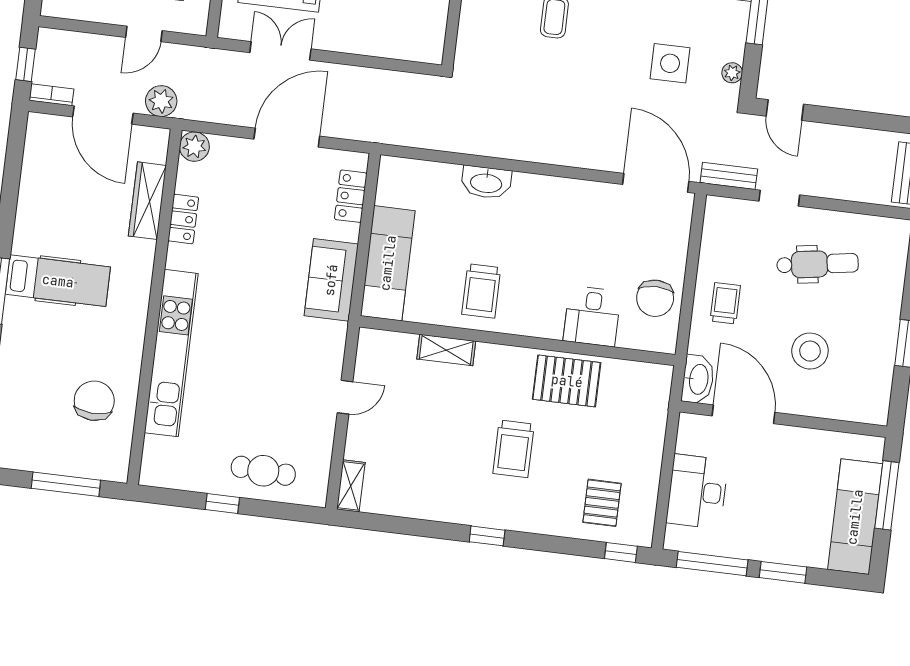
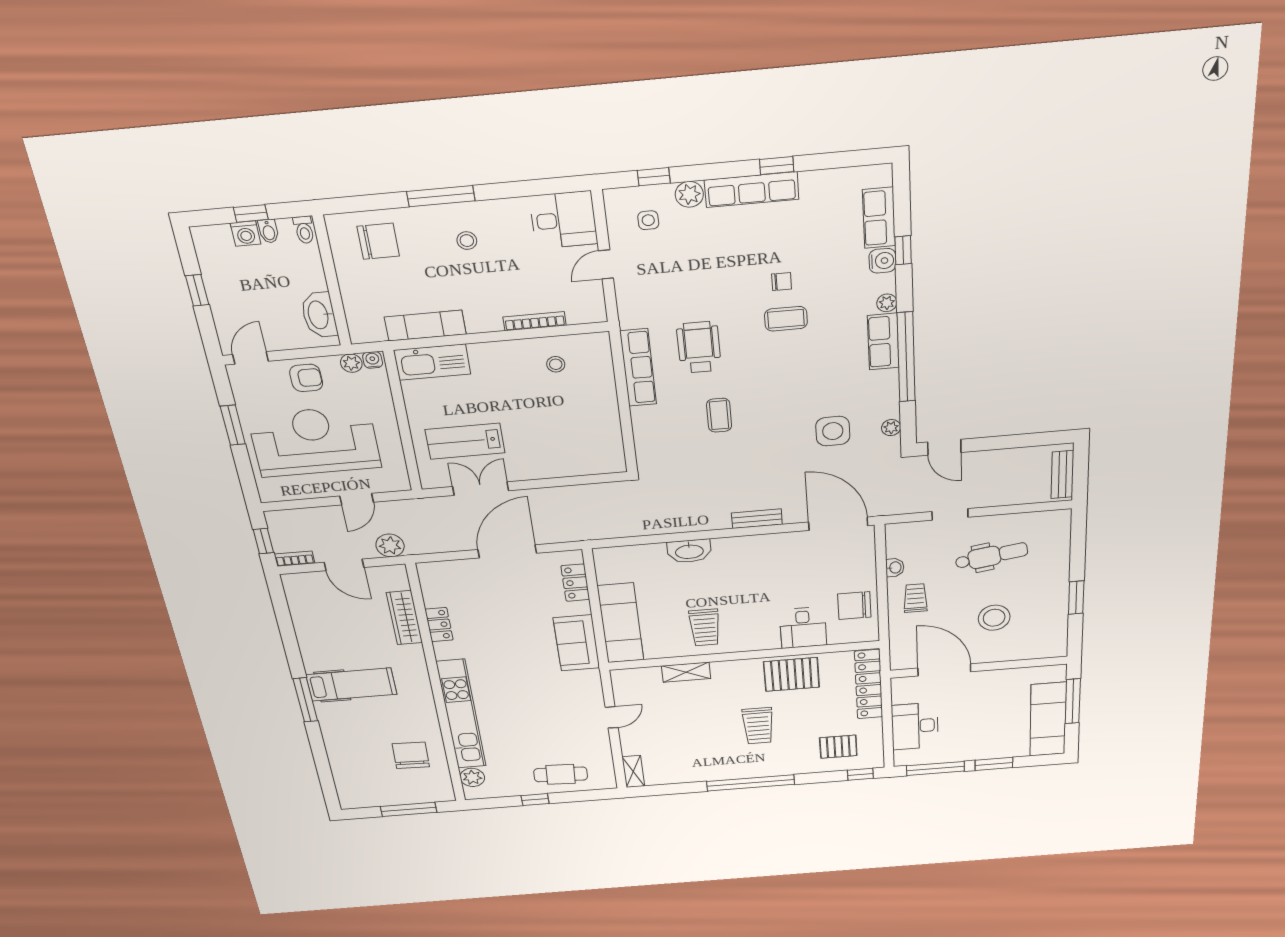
door: (103, 115) -> (344, 565), width x0.73
plant: (194, 147) -> (472, 777), moved
bench: (729, 176) -> (757, 519), moved
chair: (655, 298) -> (854, 606), turned 90
washbasin: (698, 379) -> (895, 568), moved, width x0.52, depth x0.69
locker: (653, 416) -> (869, 684), added
pallet: (602, 503) -> (838, 747), turned 90
window: (487, 536) -> (750, 783), width x3.17

